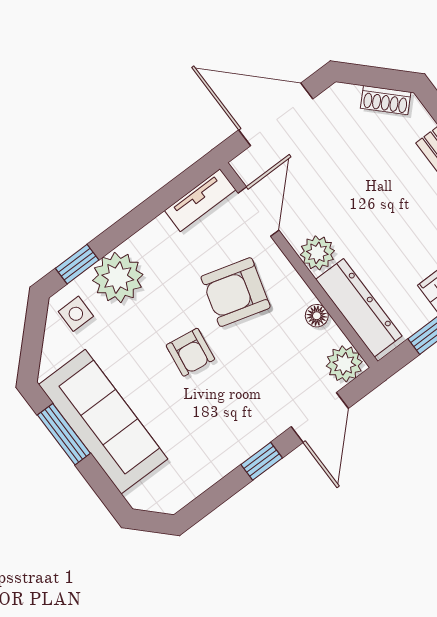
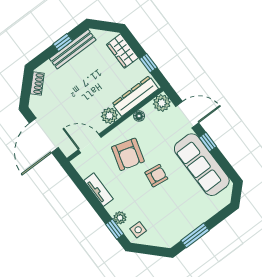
tv unit: (200, 200) -> (99, 190), moved
plant: (118, 278) -> (120, 218), width x0.53, depth x0.53
sofa: (103, 422) -> (202, 165), moved, turned -90

